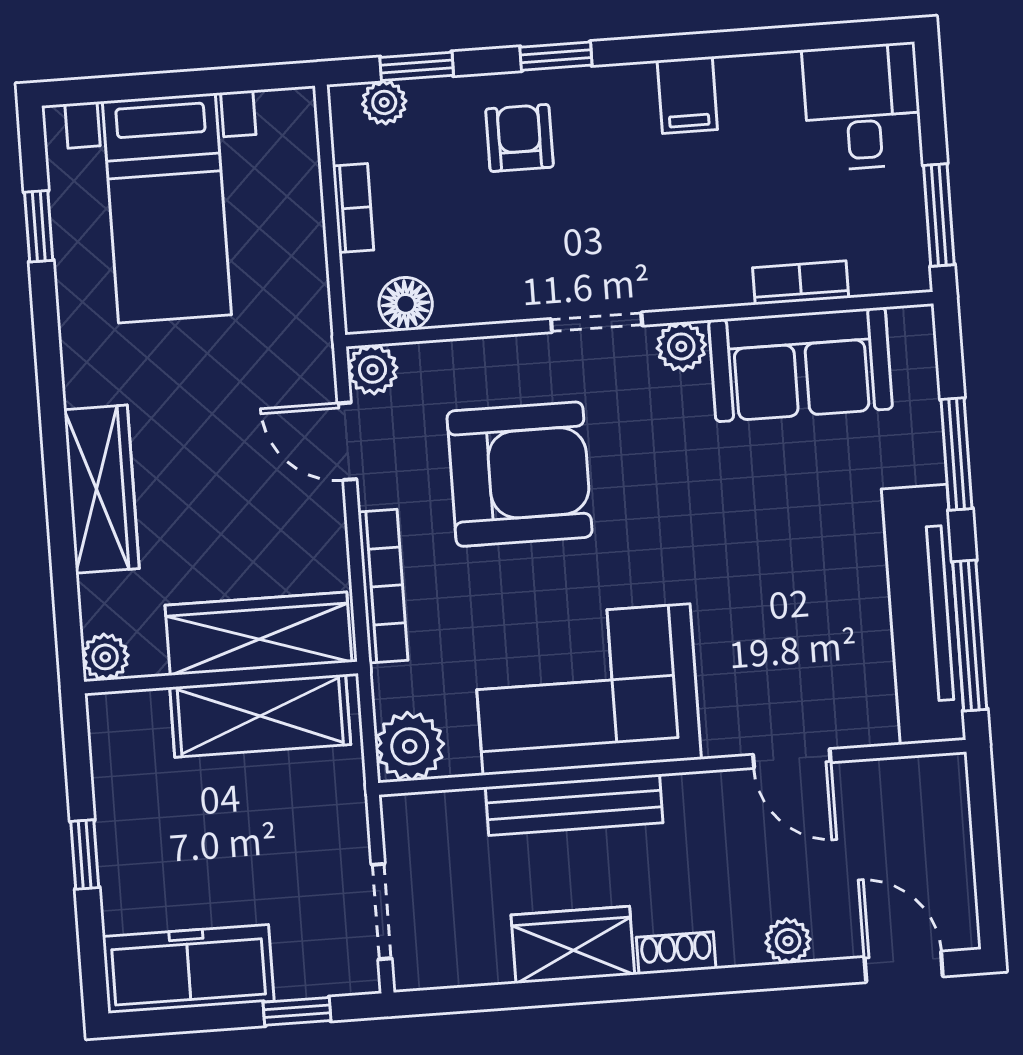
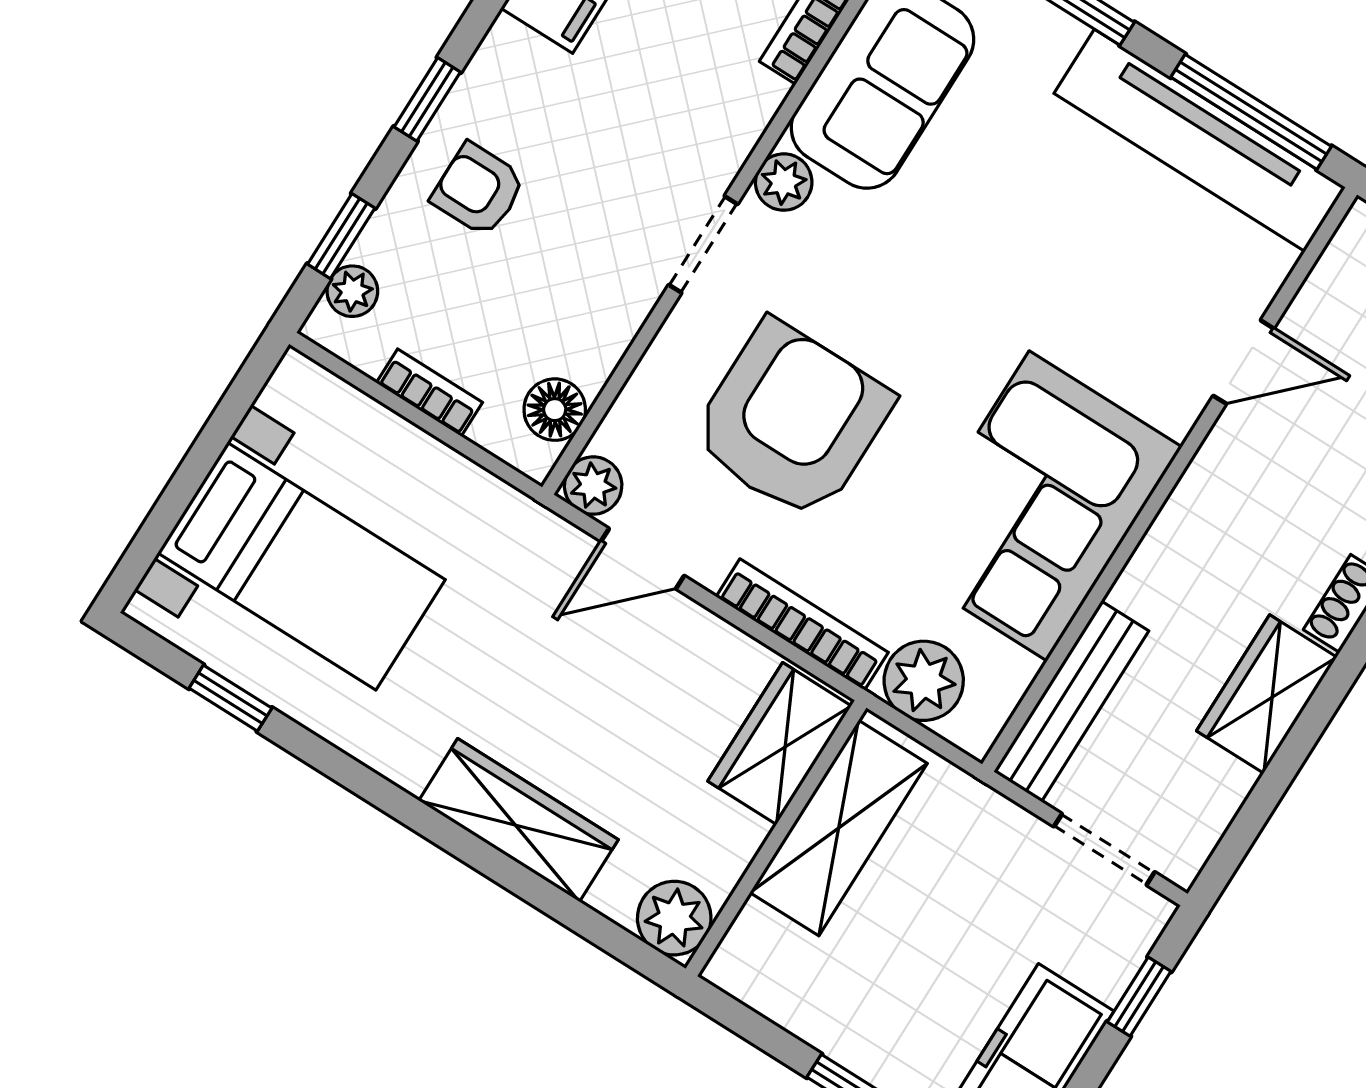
wardrobe: (258, 634) -> (780, 744), width x0.67
plant: (105, 657) -> (674, 918), width x1.38, depth x1.38
plant: (410, 746) -> (924, 681), moved
bench: (574, 805) -> (1071, 701), moved

